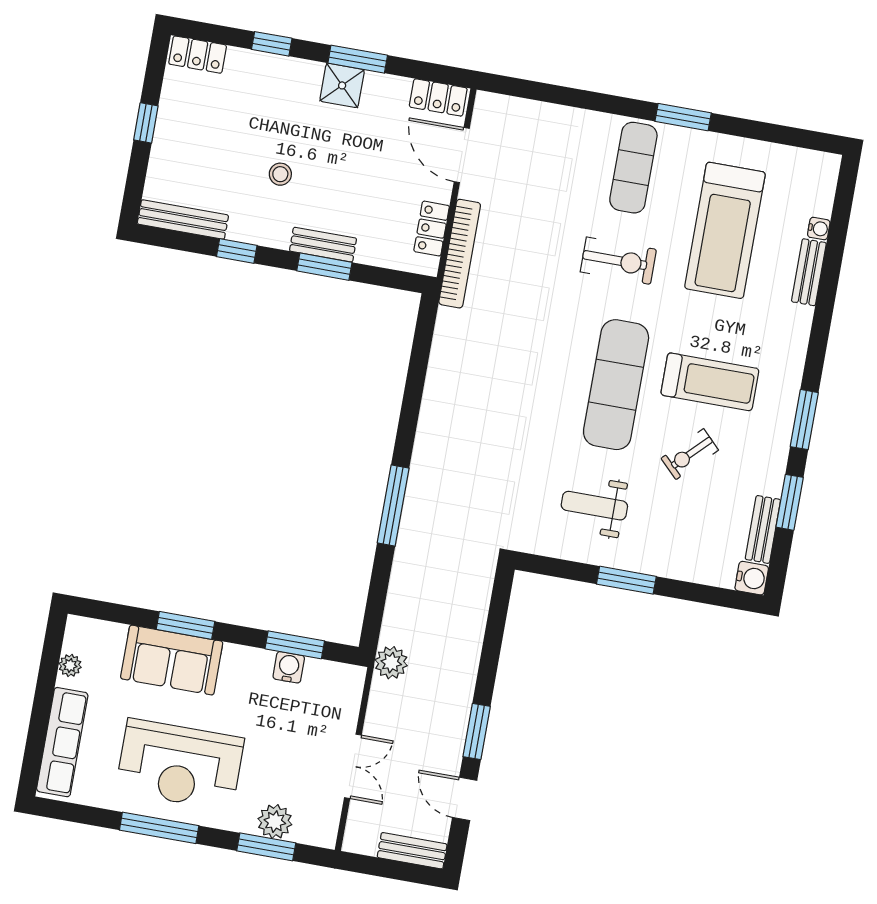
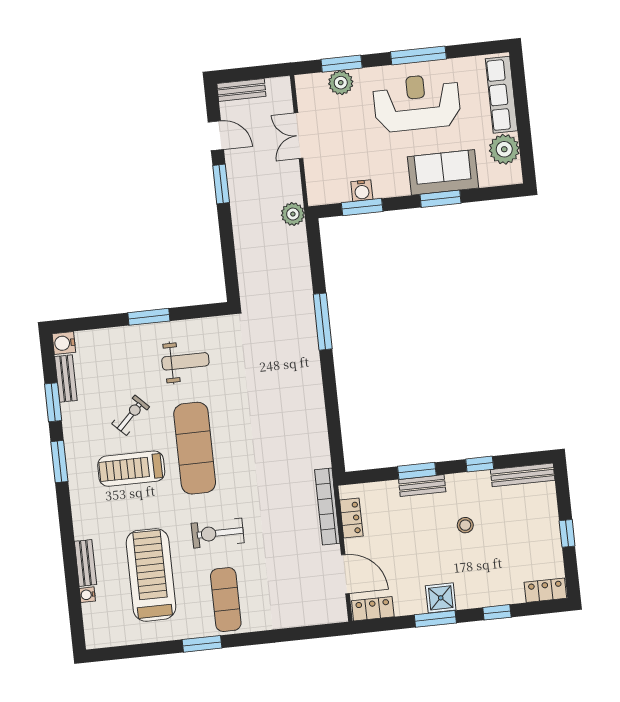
plant: (70, 665) -> (504, 149), width x1.87, depth x1.87

